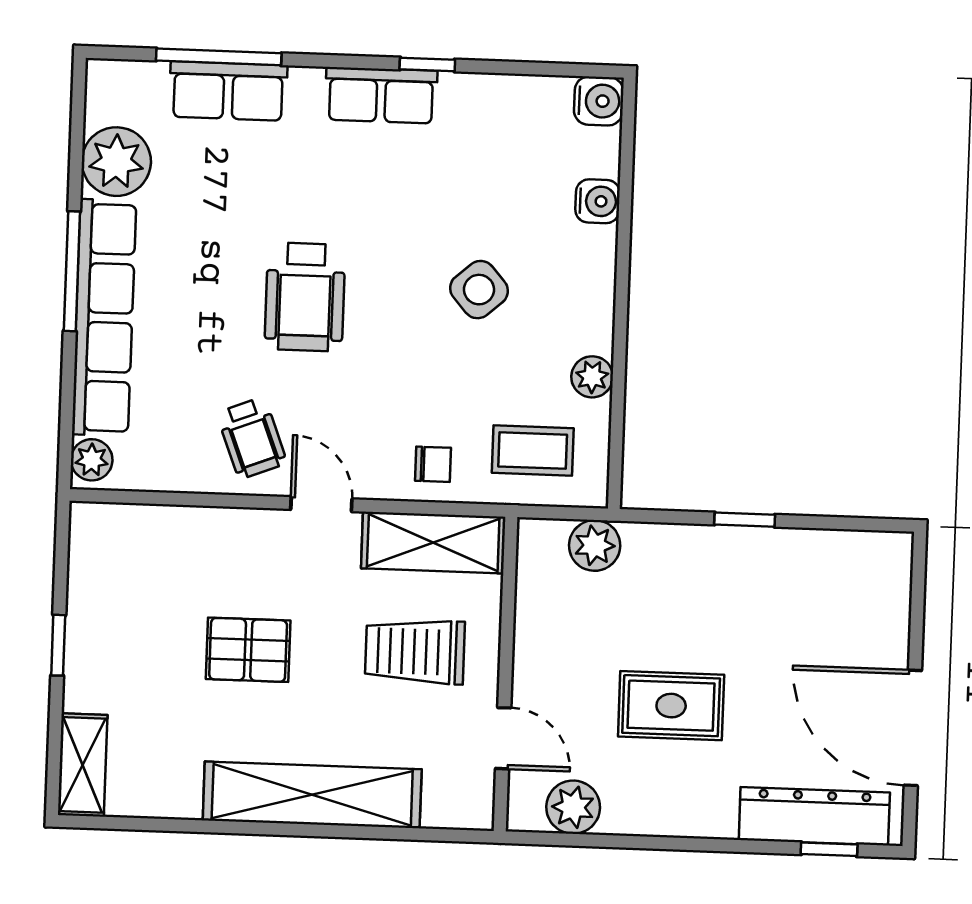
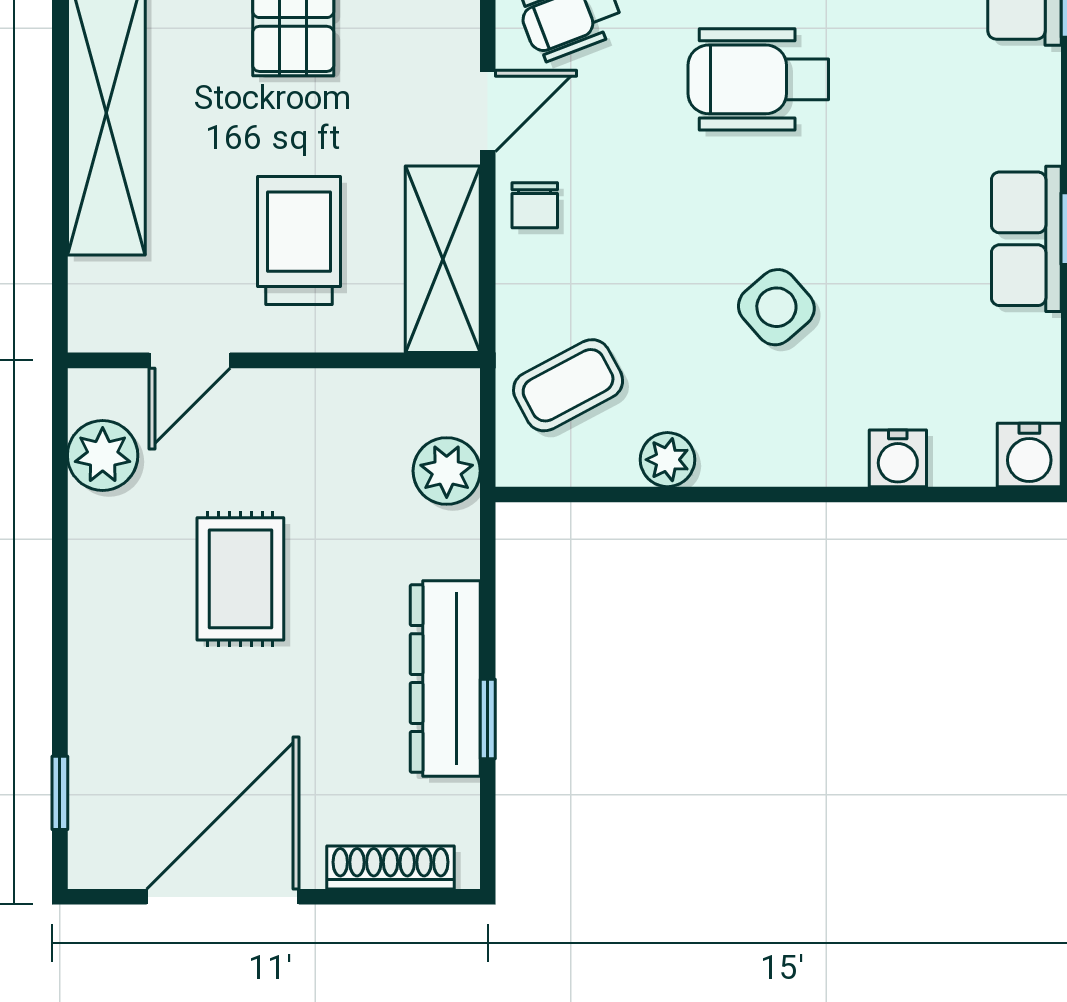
row of seats: (381, 95) -> (1026, 239), moved
coffee table: (533, 451) -> (568, 385), turned 62
chair: (433, 464) -> (535, 205), moved
window: (745, 520) -> (488, 719), moved
shoe rack: (895, 599) -> (391, 867), added
dresser: (814, 816) -> (445, 679), moved, turned 180

